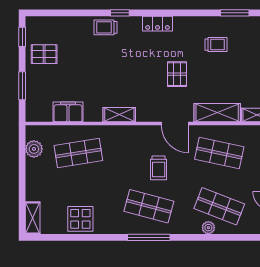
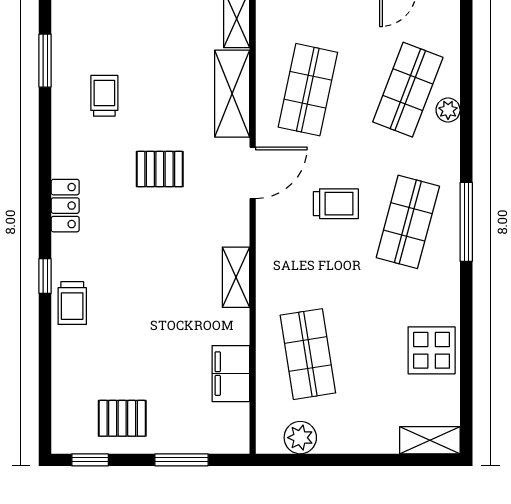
pallet: (44, 54) -> (122, 418), turned 90

